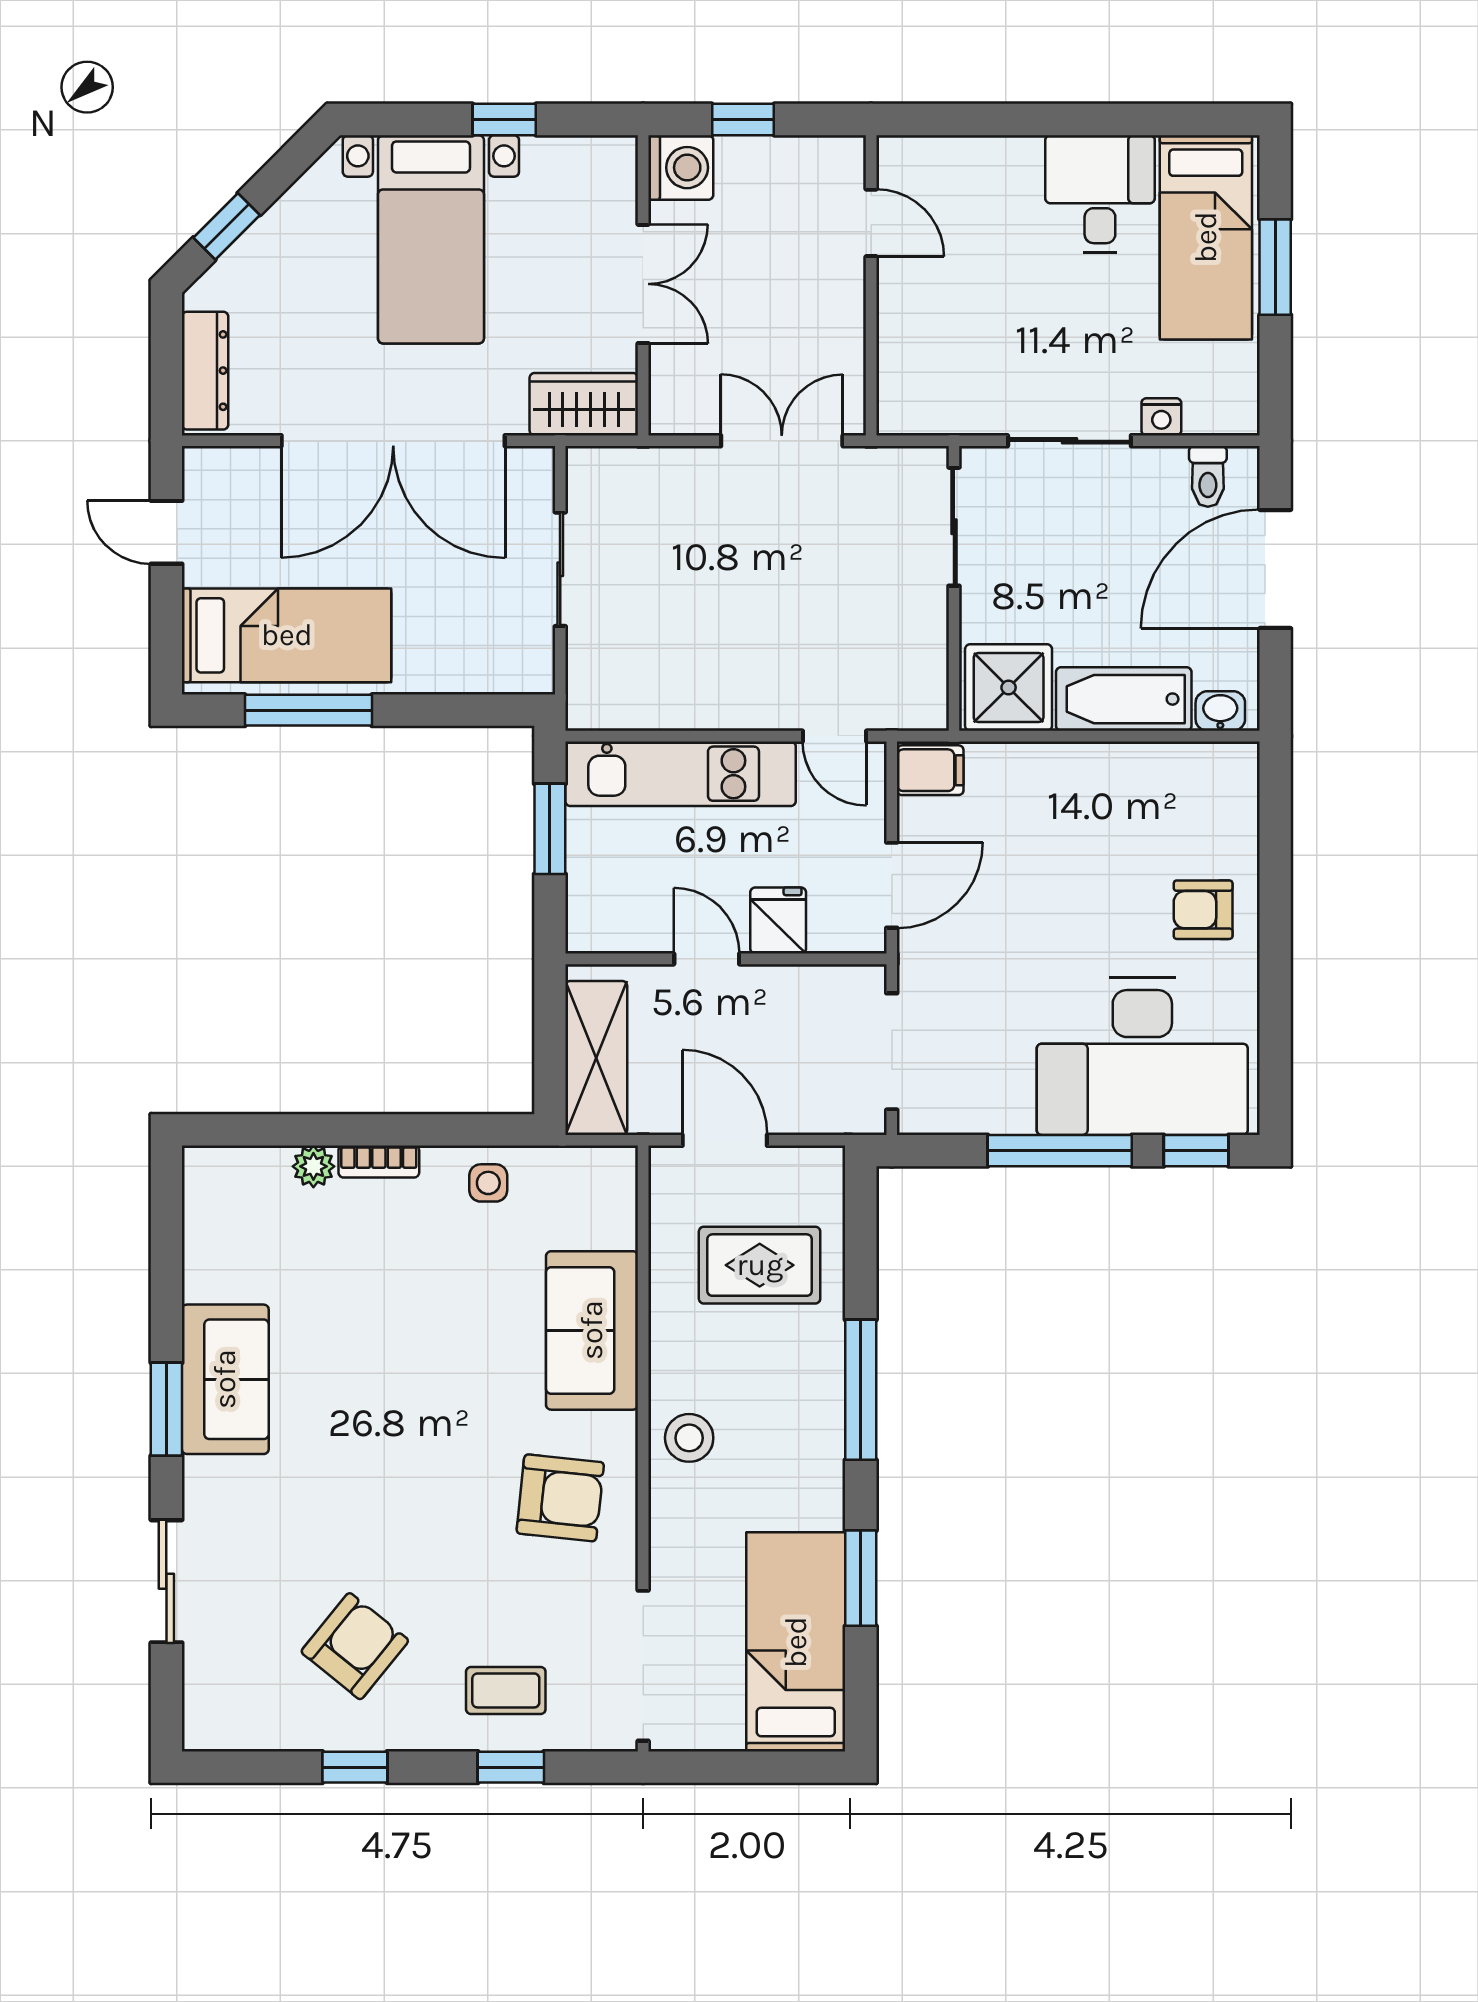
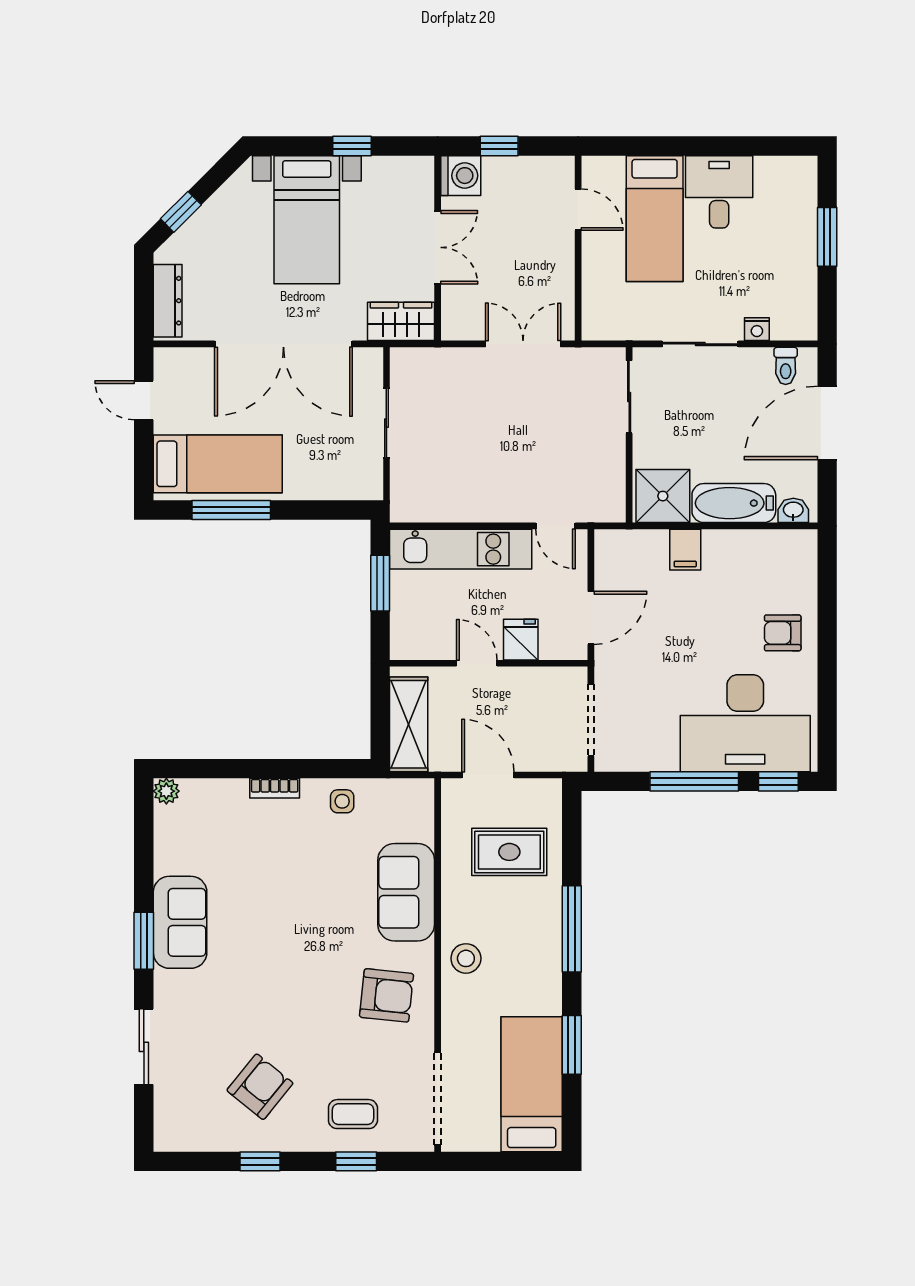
bed: (1206, 237) -> (655, 219), moved
filing cabinet: (930, 770) -> (685, 550), moved, turned 90
plant: (313, 1166) -> (166, 791), moved

